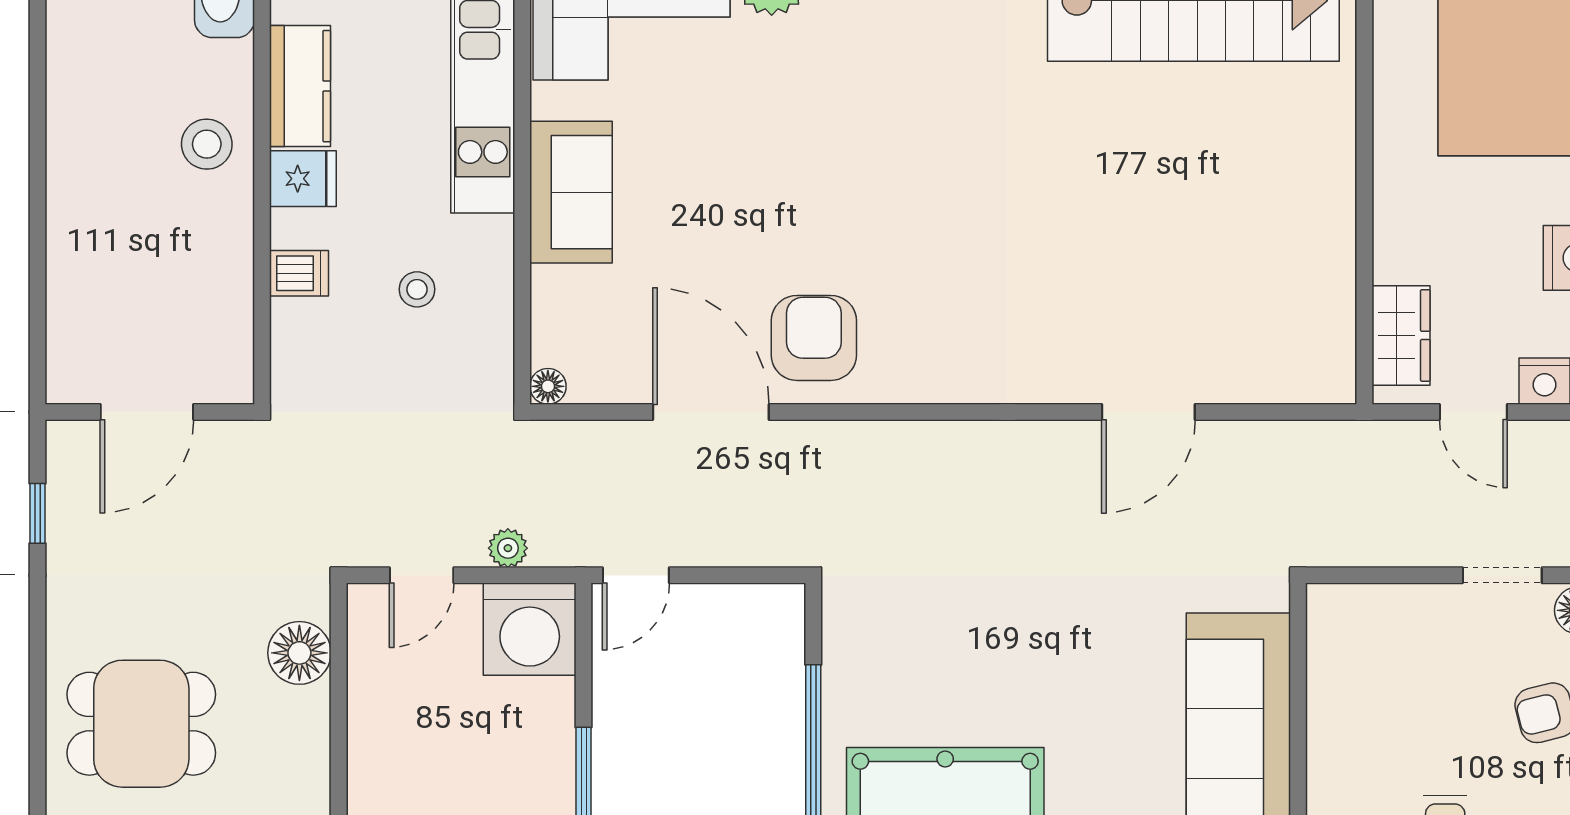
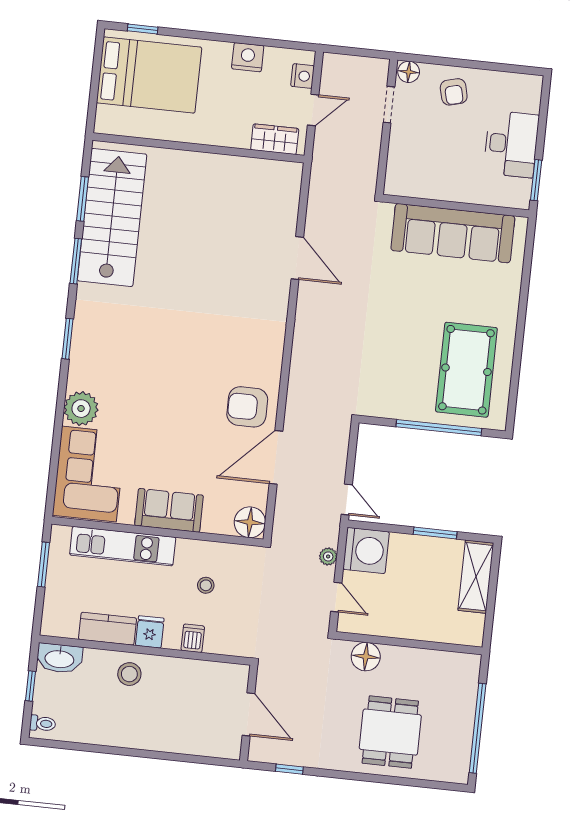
floor lamp: (548, 386) -> (250, 522), width x1.89, depth x1.89

